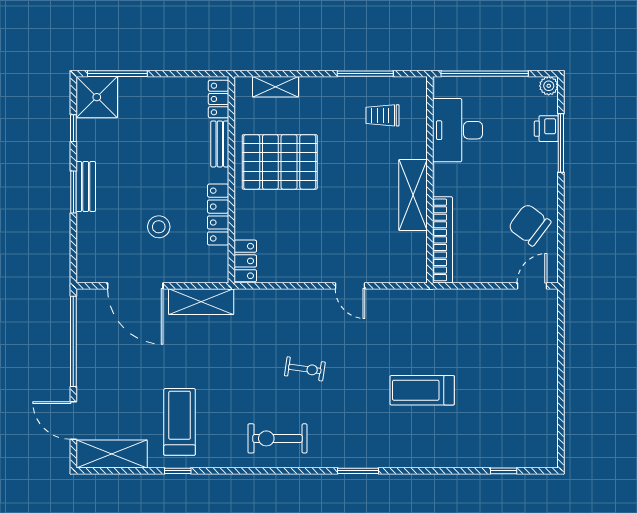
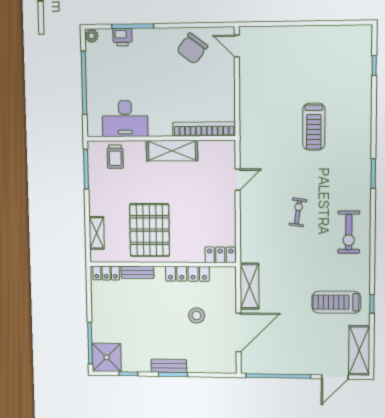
desk: (458, 130) -> (125, 119), moved
wall: (430, 180) -> (161, 138), moved
shelving: (413, 195) -> (172, 151), moved
bookcase: (442, 240) -> (204, 129), moved

